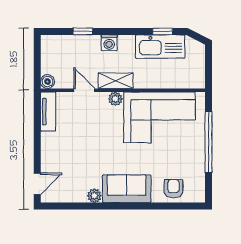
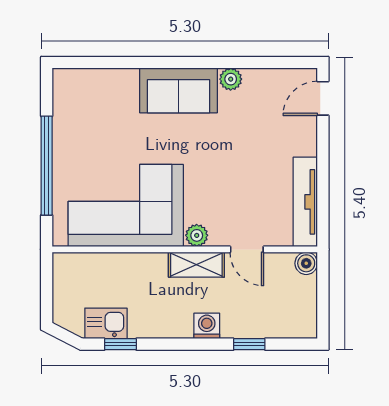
kitchen sink: (160, 47) -> (106, 323), width x0.53, depth x0.81
tv unit: (48, 112) -> (305, 202), width x1.41
armchair: (174, 189) -> (103, 90), removed

